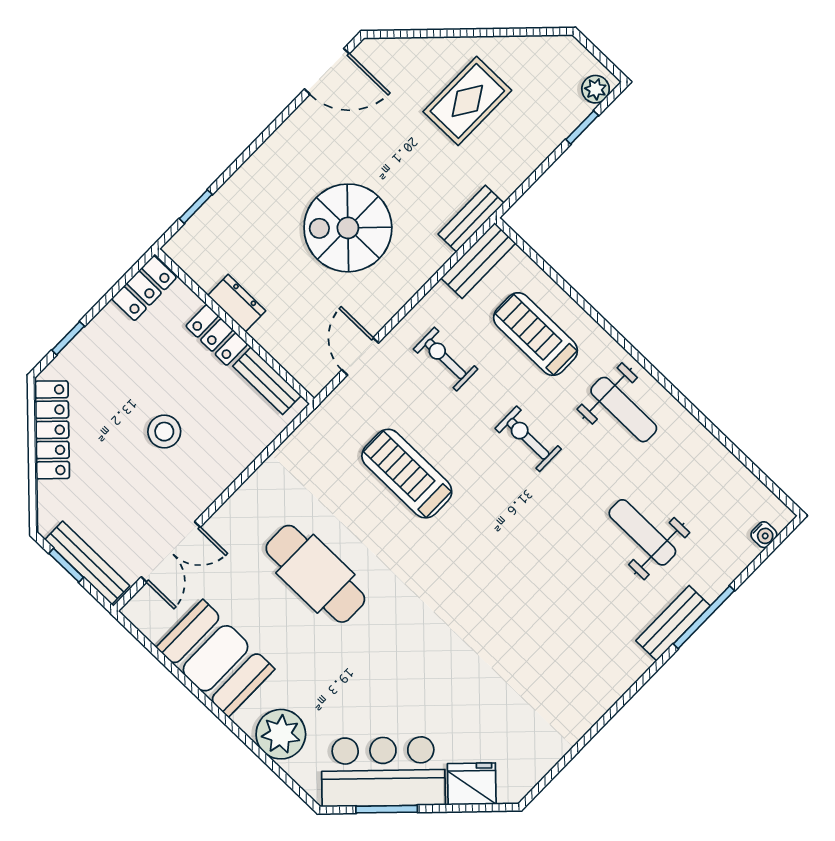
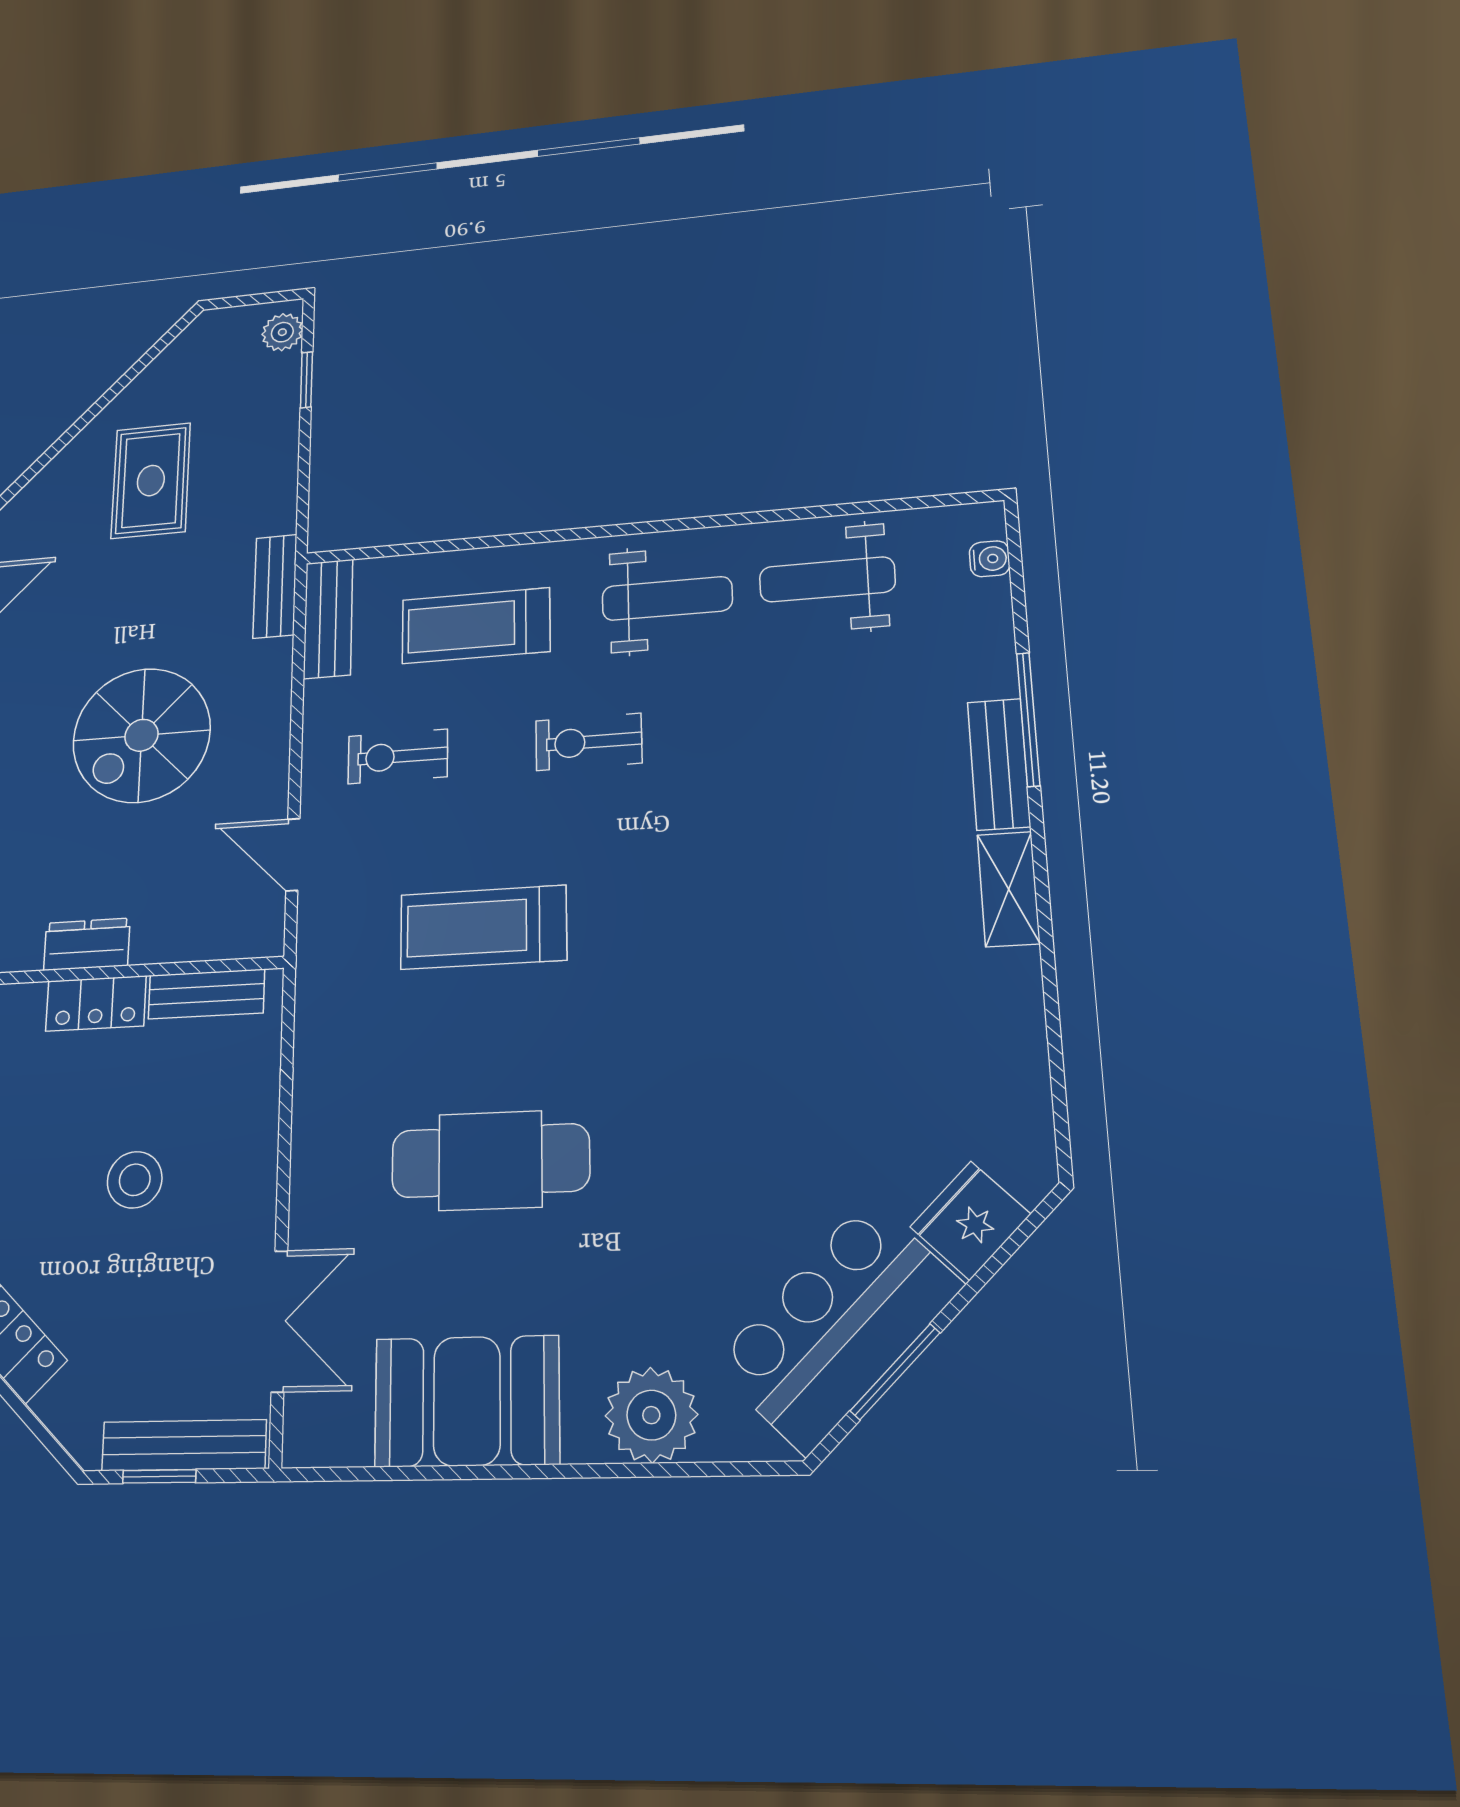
weight bench: (642, 532) -> (827, 579), moved
shelving: (622, 676) -> (1009, 889), added

